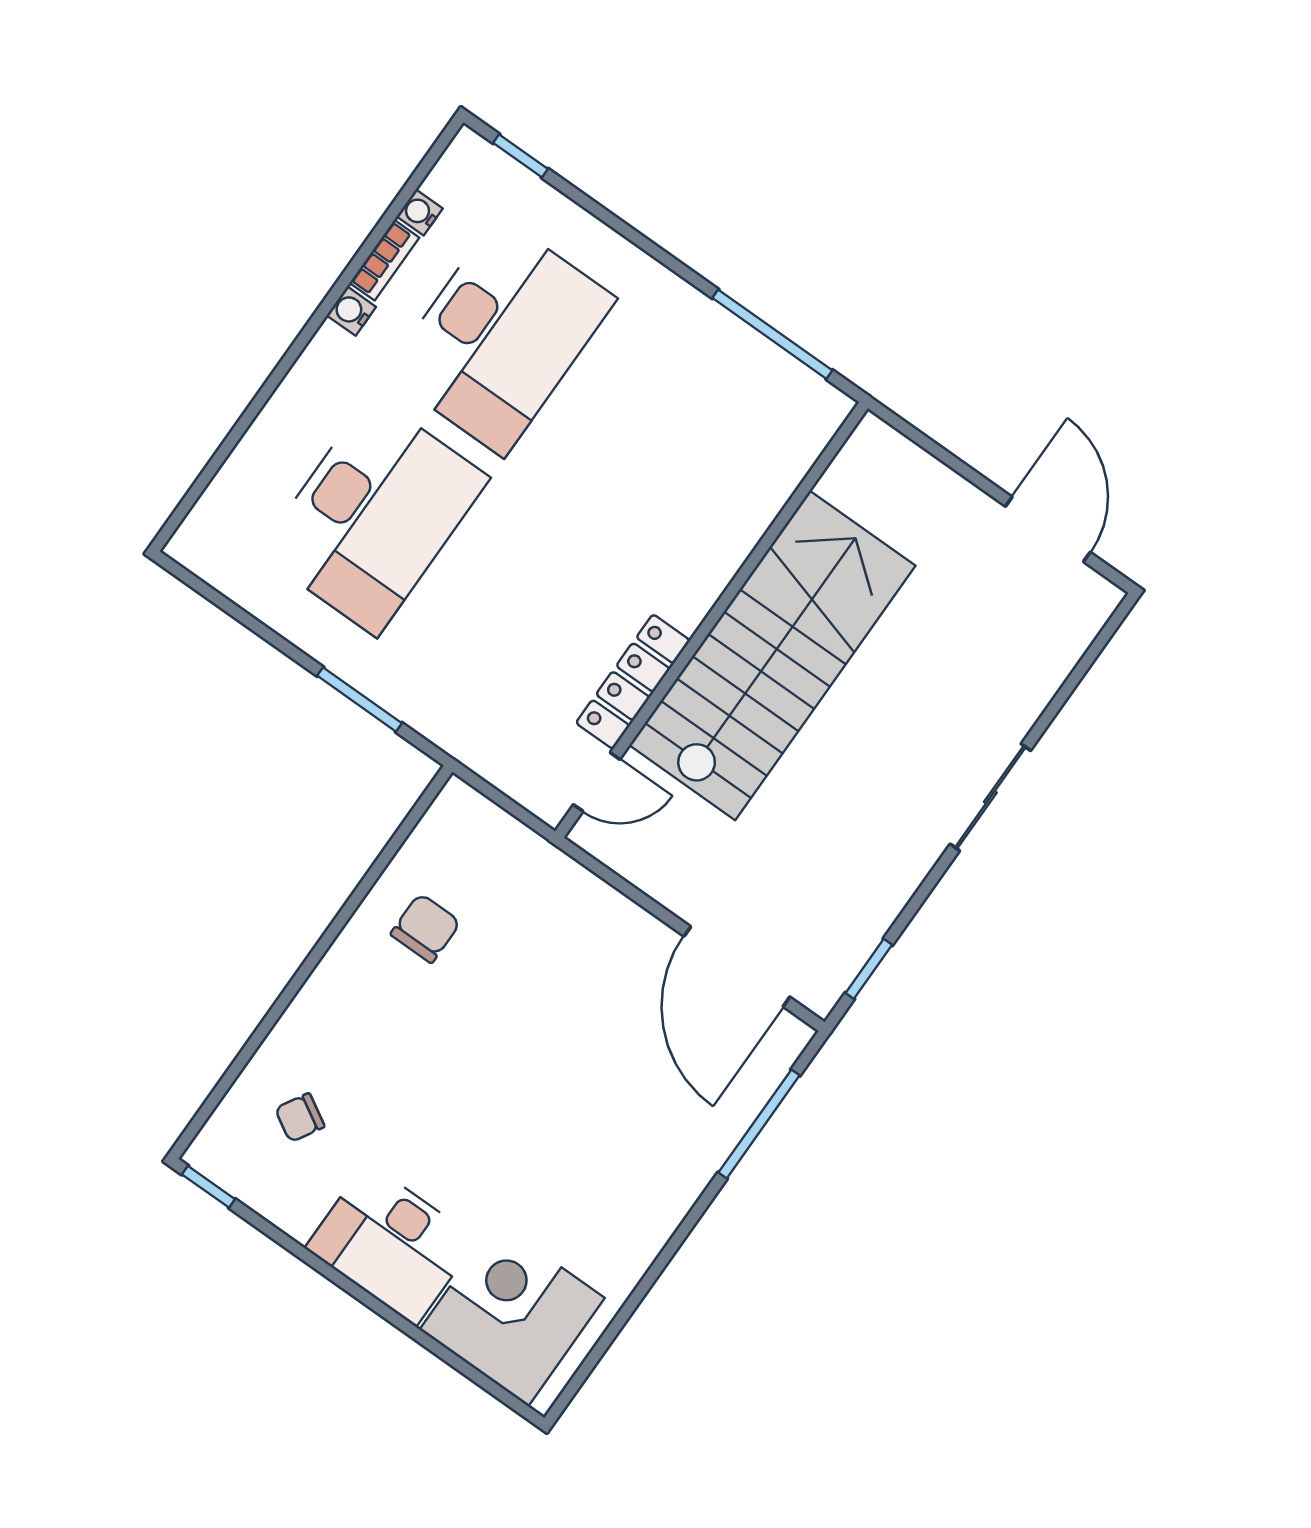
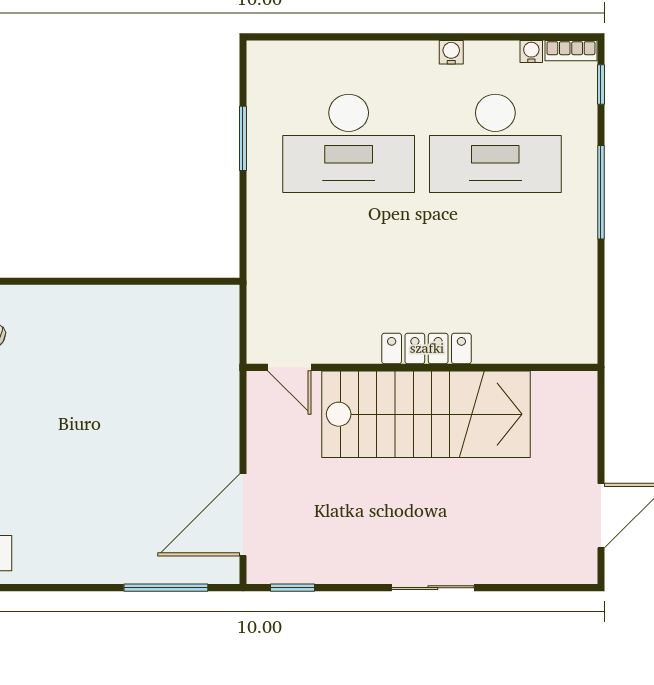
bookcase: (384, 260) -> (571, 51), moved
window: (772, 334) -> (601, 192), moved
locker: (633, 682) -> (427, 348), moved
window: (360, 699) -> (243, 138), moved
chair: (426, 928) -> (144, 331), removed

